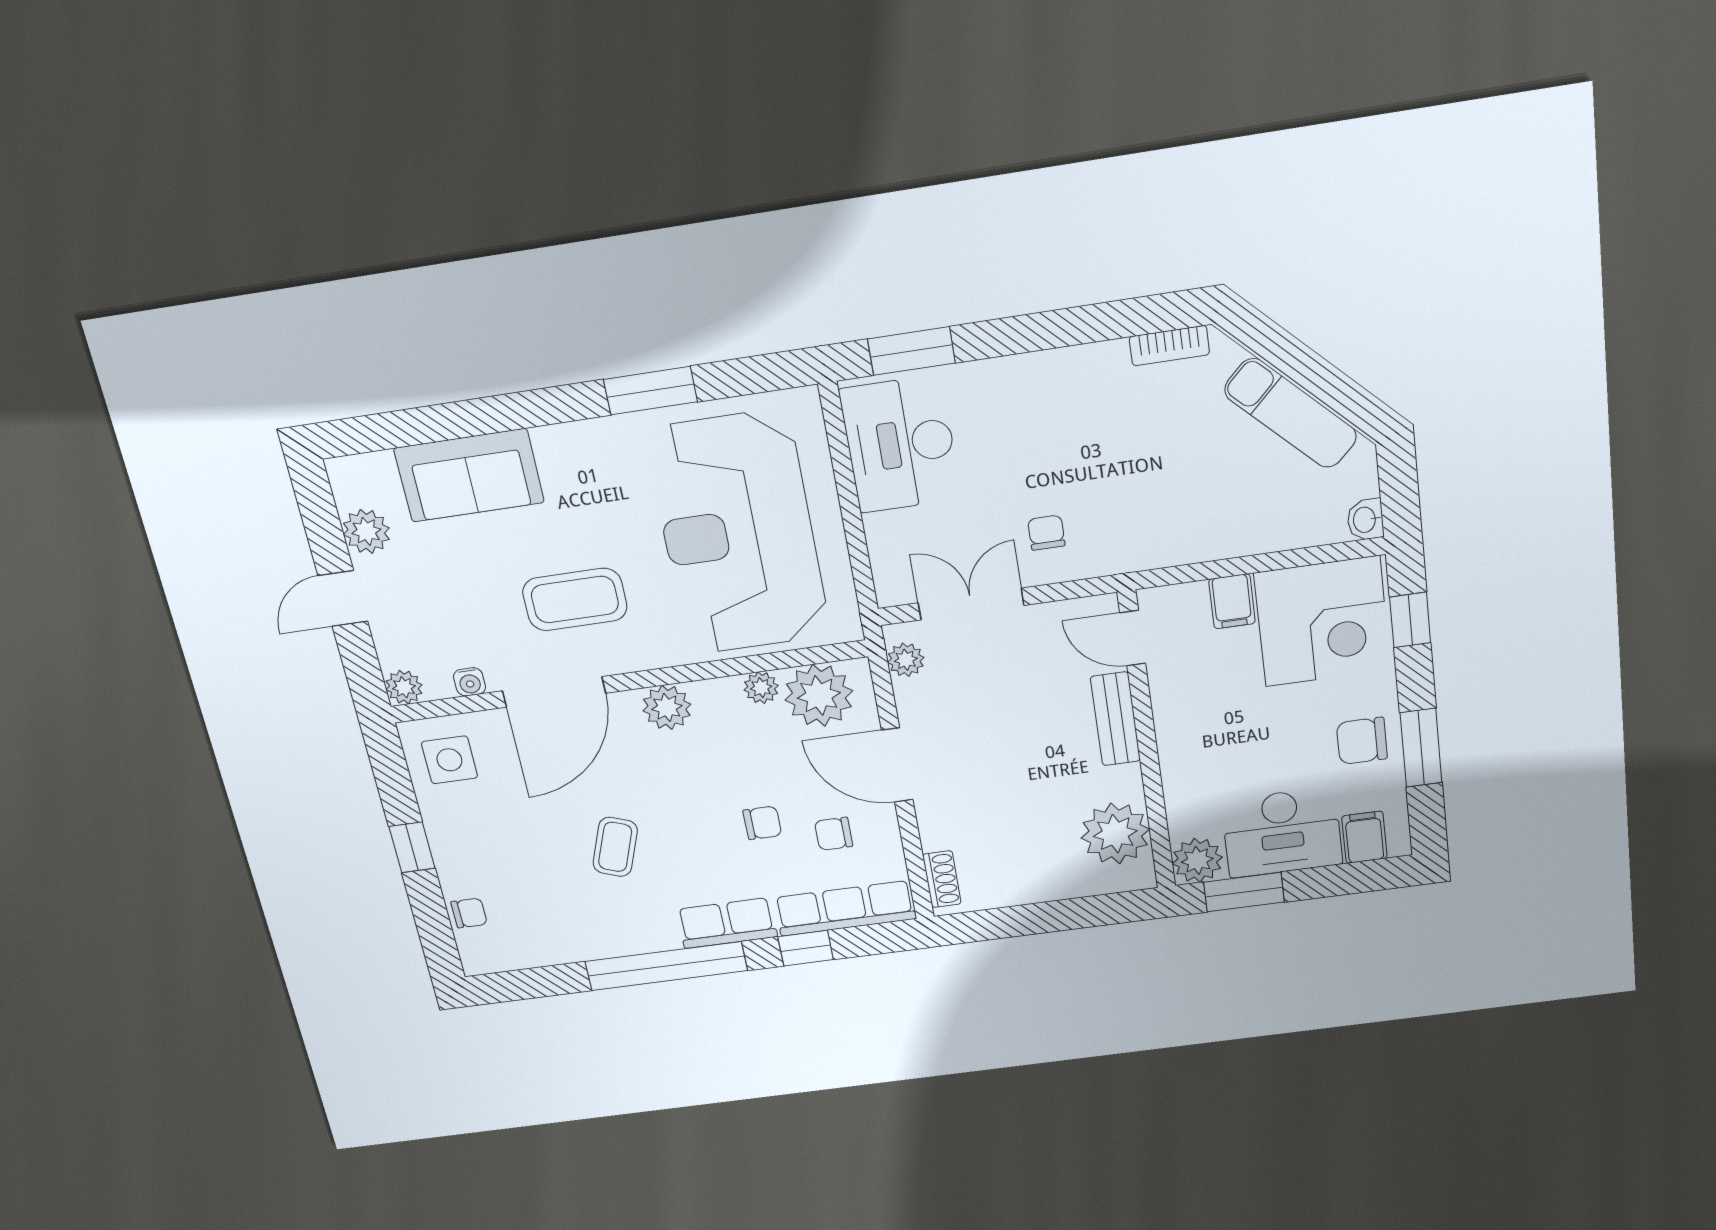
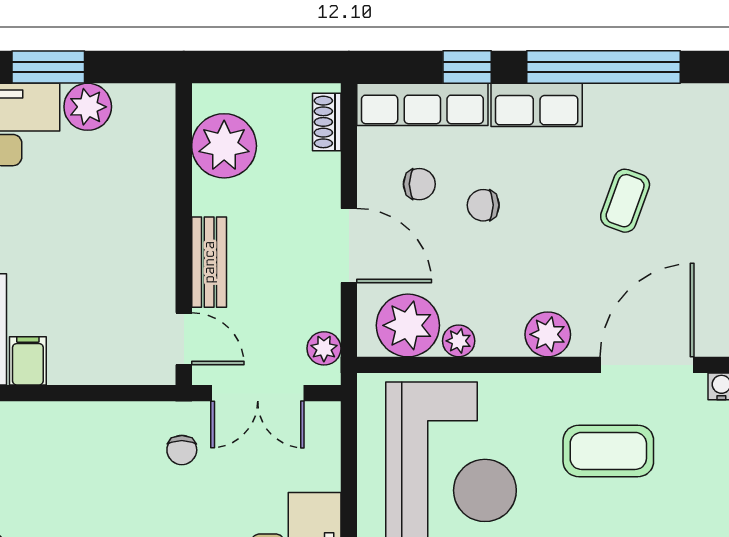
door: (1133, 638) -> (184, 339), moved
bench: (1115, 719) -> (209, 262), moved
wall: (1147, 743) -> (184, 234), moved
plant: (1115, 834) -> (224, 146), moved

